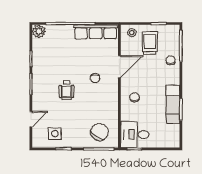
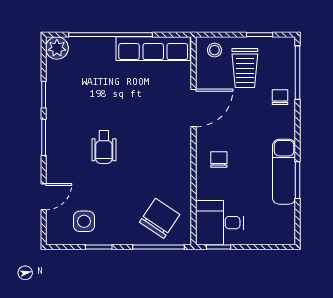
trolley: (150, 43) -> (245, 68), turned 180
chair: (95, 78) -> (152, 127), removed

